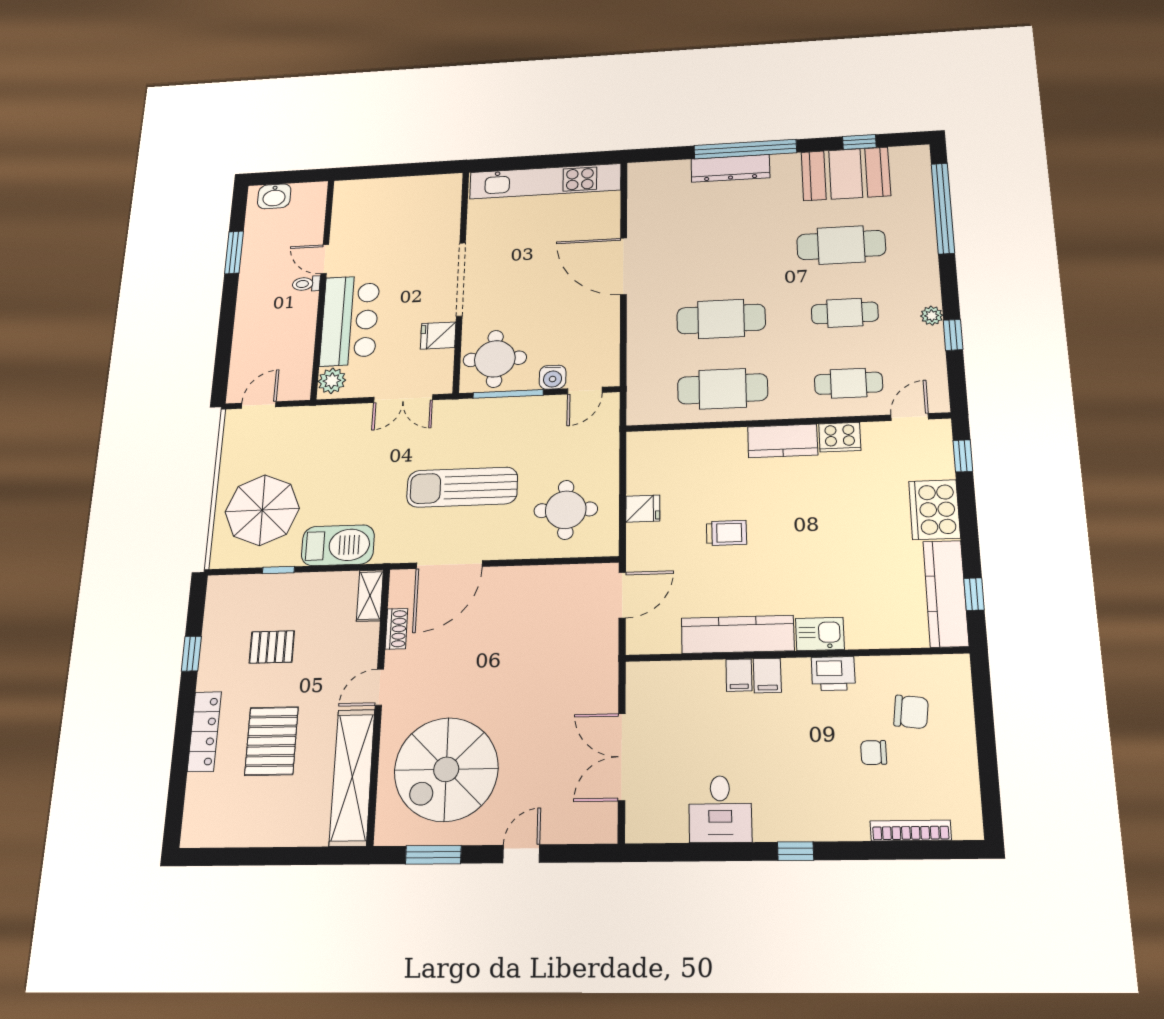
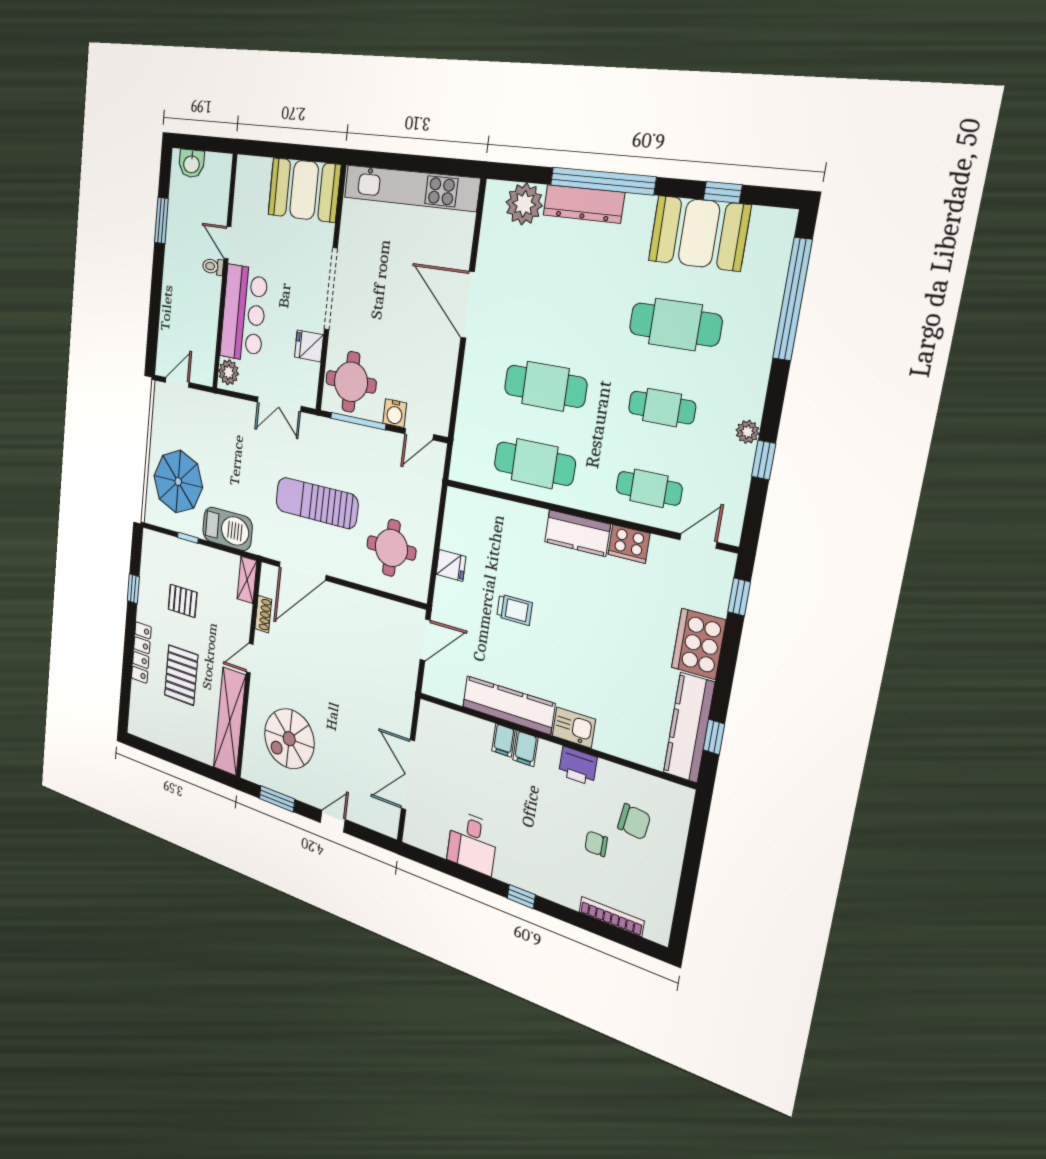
plant: (670, 177) -> (524, 204), added
booth: (420, 200) -> (304, 190), added
spiral stairs: (446, 769) -> (289, 739), width x0.73, depth x0.73

